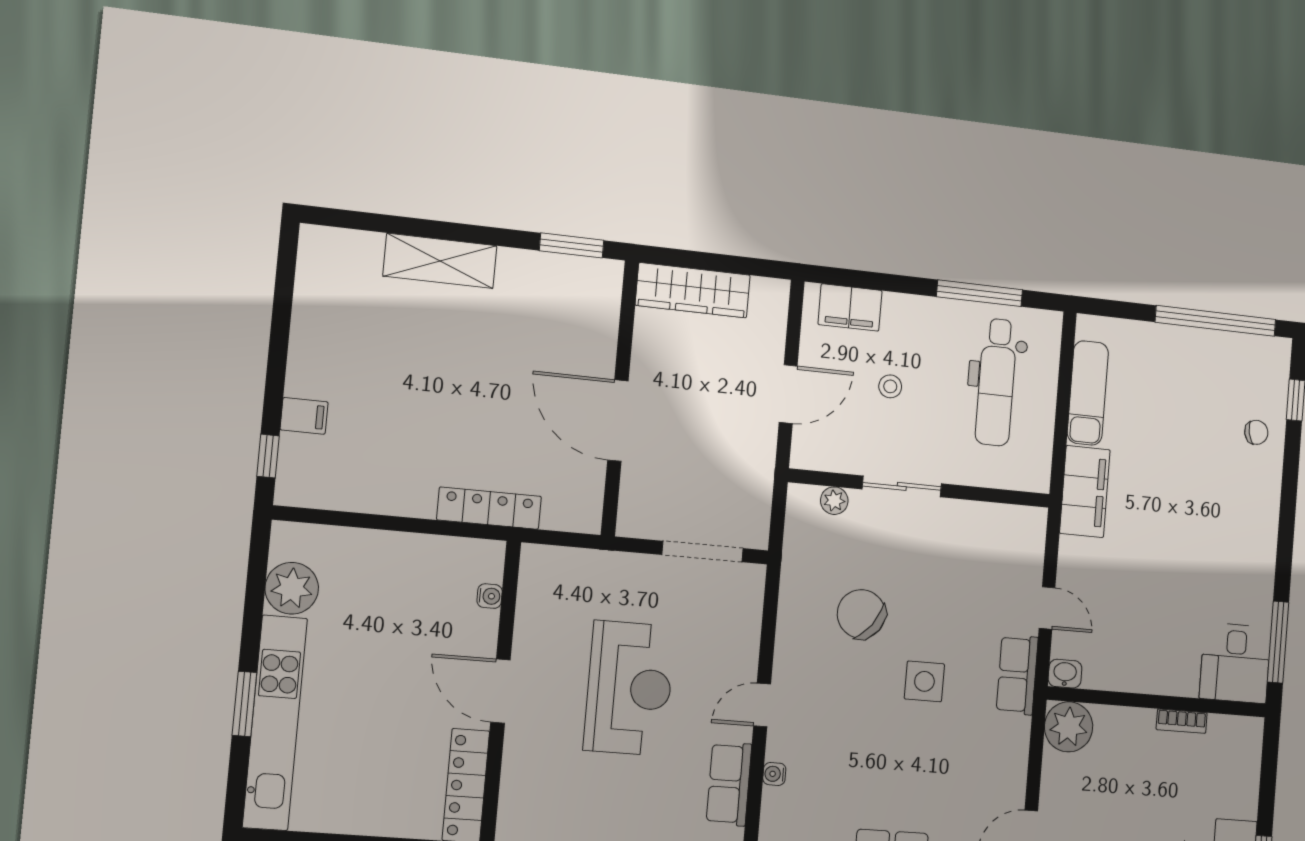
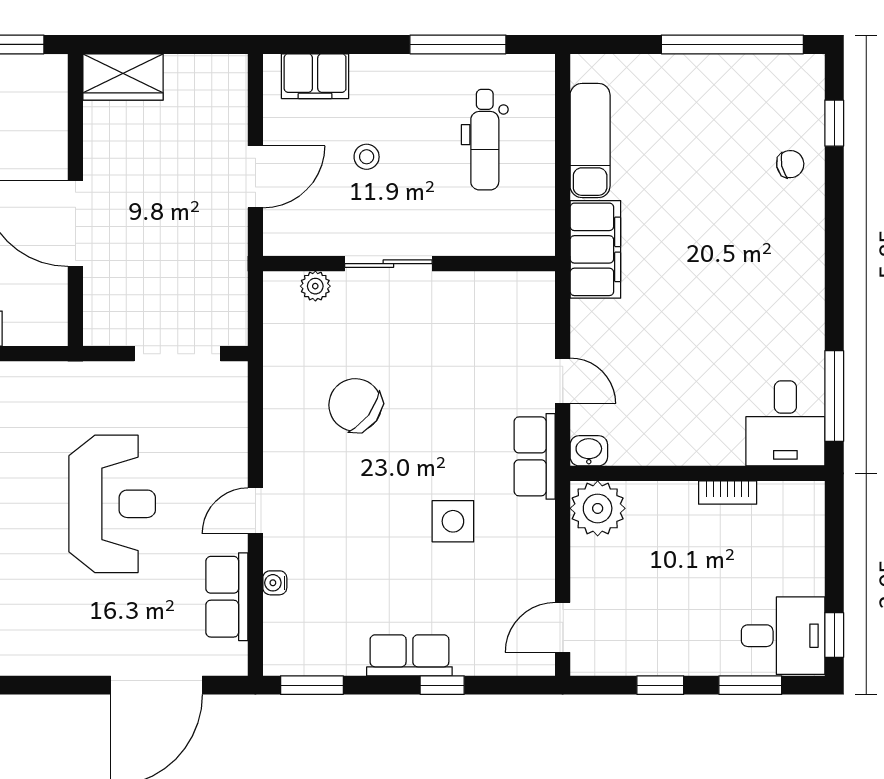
wardrobe: (693, 290) -> (123, 77), width x0.67
dental chair: (996, 382) -> (485, 140), width x0.73, depth x0.72
side table: (924, 681) -> (453, 521), moved

